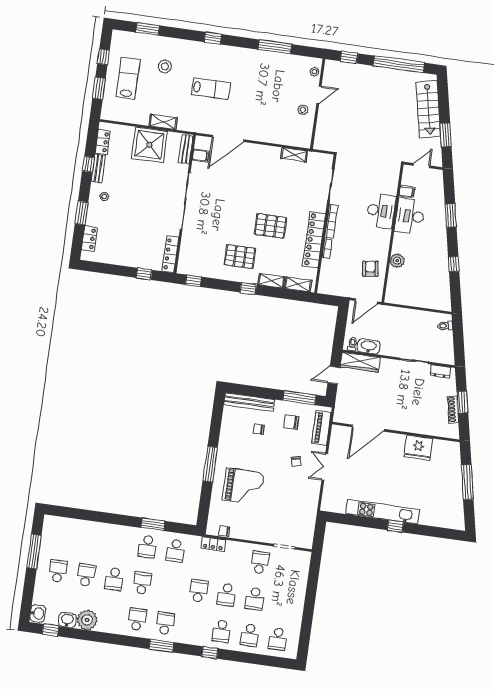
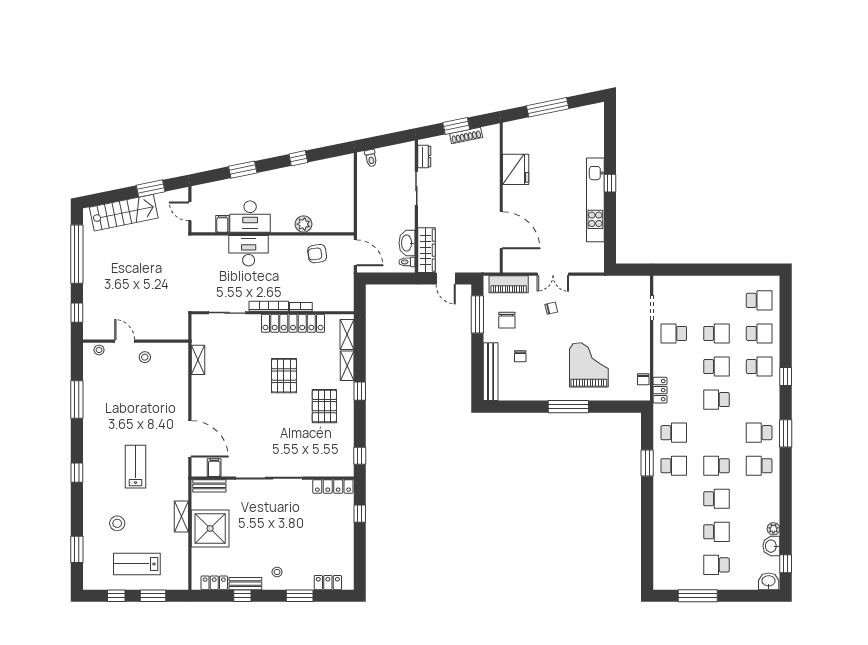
school desk: (86, 575) -> (716, 532), turned 180
plant: (87, 620) -> (773, 529), width x0.53, depth x0.53

